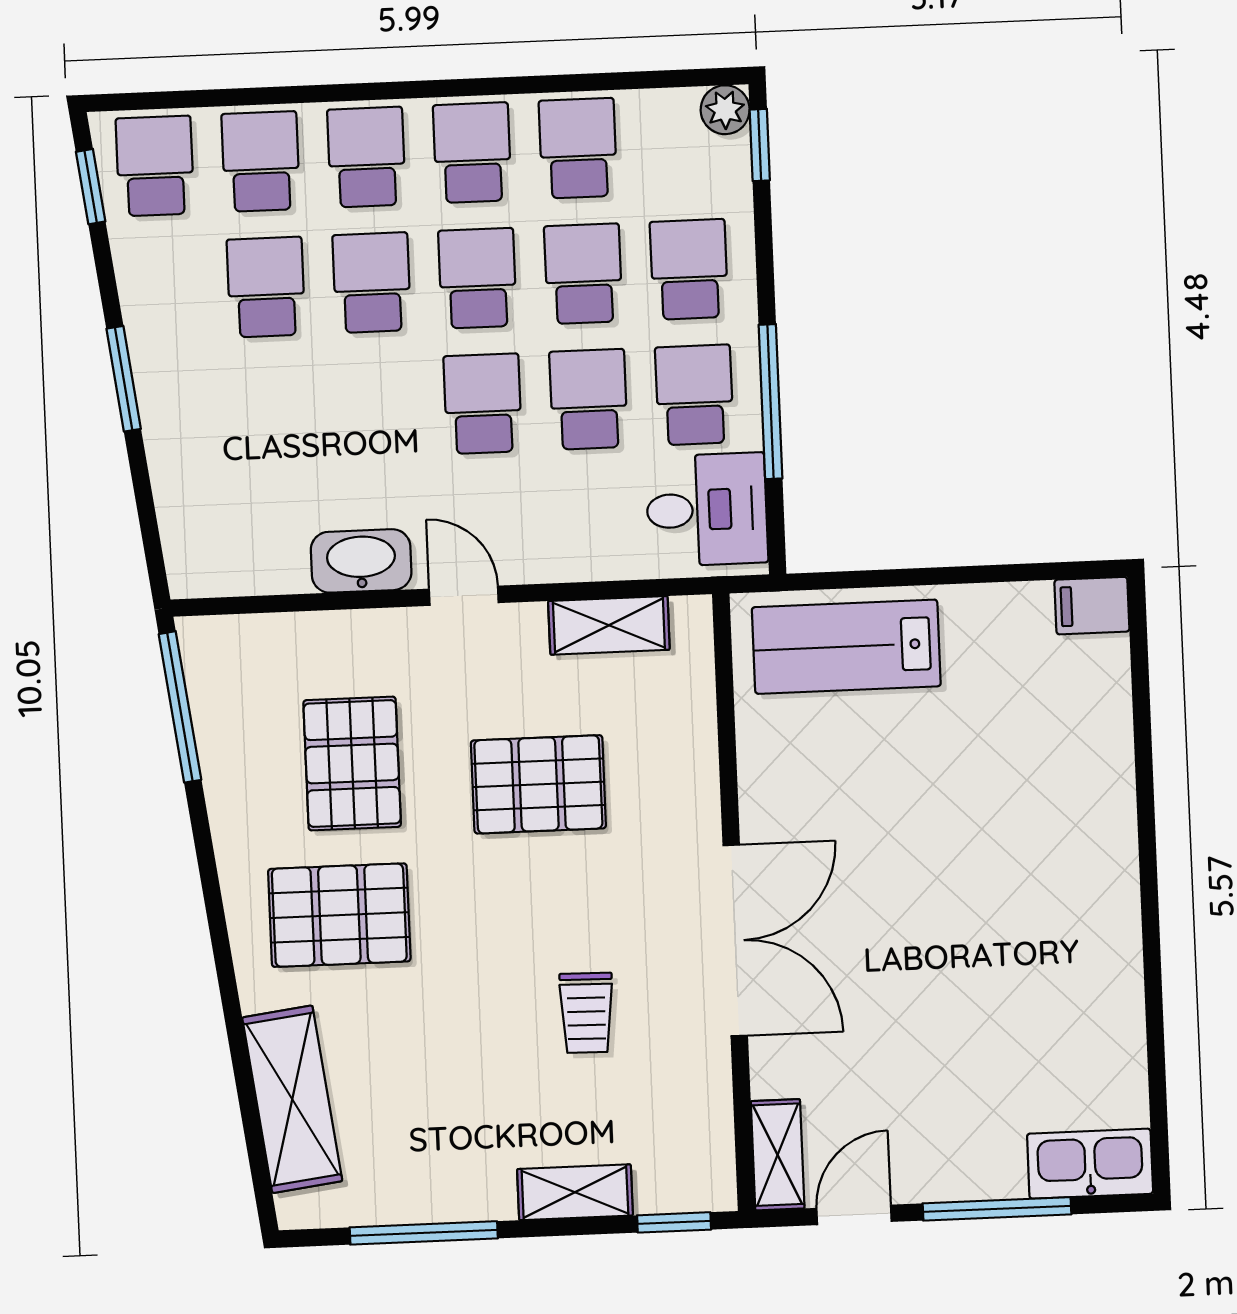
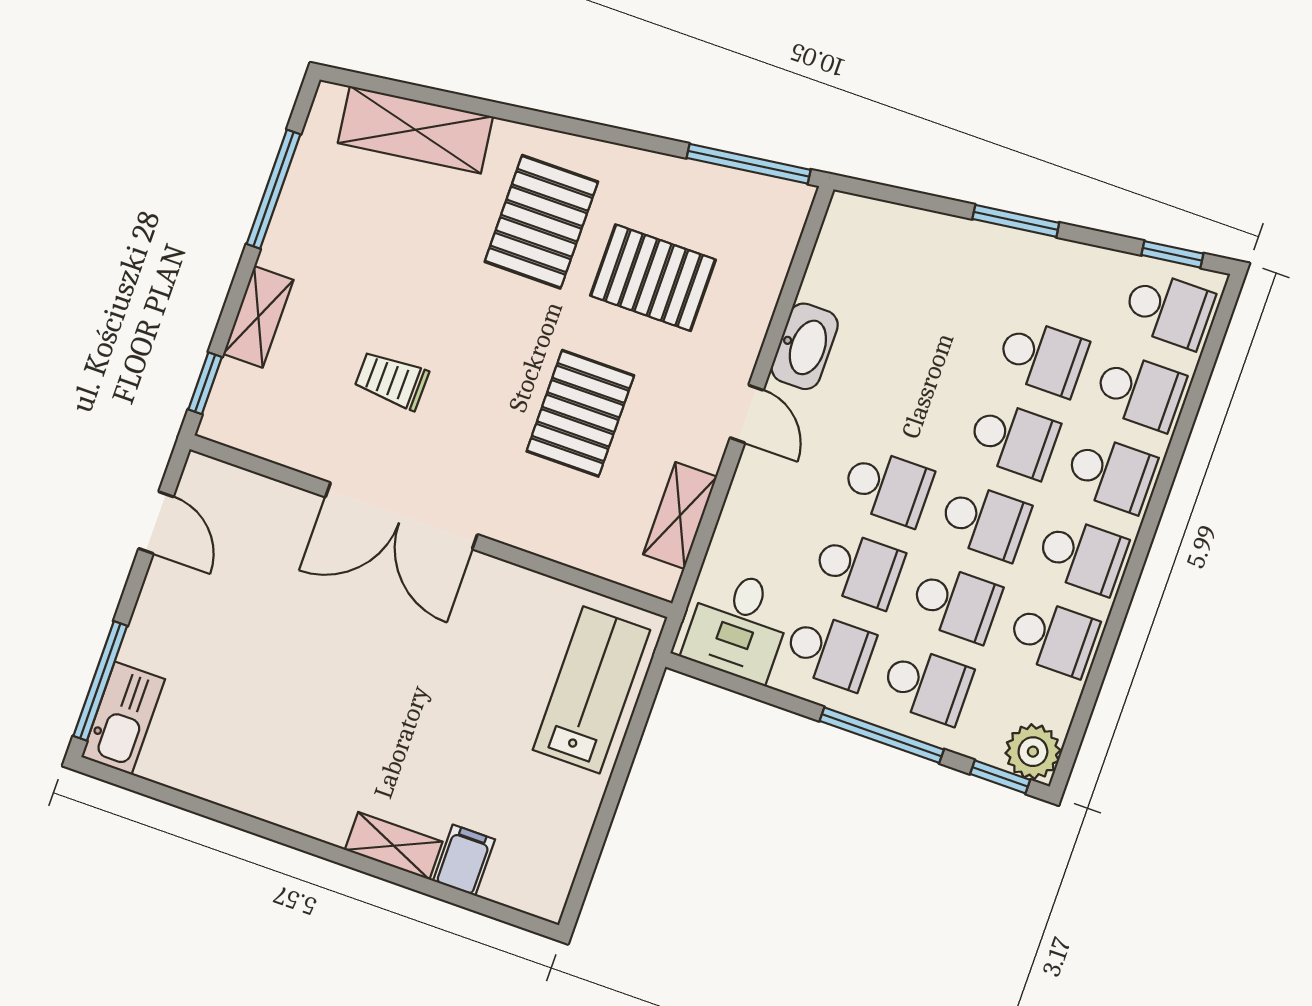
plant: (725, 110) -> (1033, 752), width x1.38, depth x1.38
window: (771, 402) -> (882, 735), moved
door: (464, 596) -> (747, 414), hinge flipped
filing cabinet: (1092, 606) -> (464, 860), moved
shelving: (778, 1155) -> (394, 846), moved
window: (997, 1209) -> (100, 681), moved

